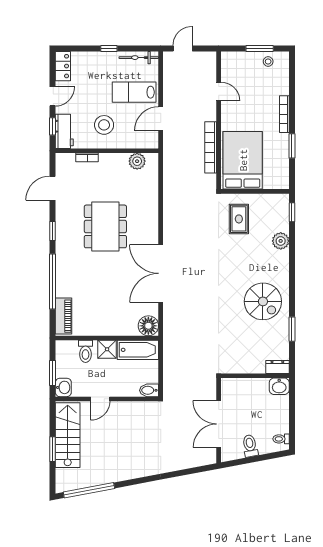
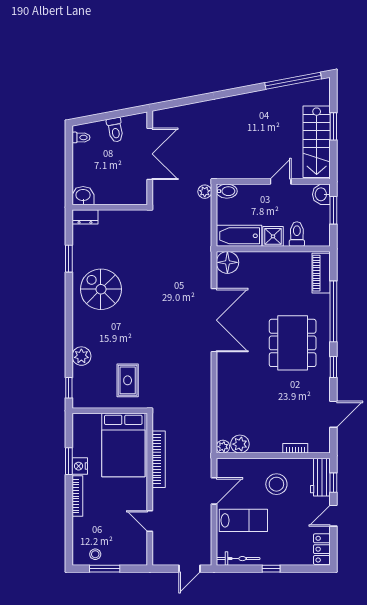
nightstand: (282, 141) -> (80, 466), added
plant: (152, 159) -> (223, 447), added
dining table: (105, 226) -> (293, 343), moved
plant: (169, 390) -> (205, 192), added

